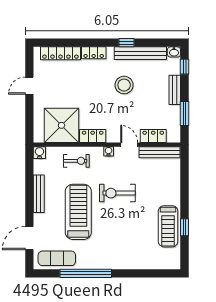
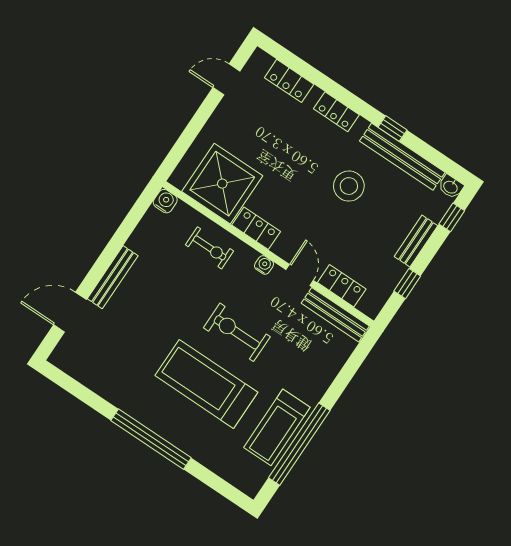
locker: (60, 53) -> (289, 81), width x0.66
door: (29, 86) -> (226, 79), moved
window: (184, 113) -> (407, 284), width x0.67
bench: (39, 194) -> (113, 277), moved
treadmill: (78, 212) -> (206, 384), moved, turned -90
window: (184, 227) -> (299, 444), width x3.17
exercise mat: (57, 258) -> (89, 367), removed
window: (86, 273) -> (151, 439), moved

